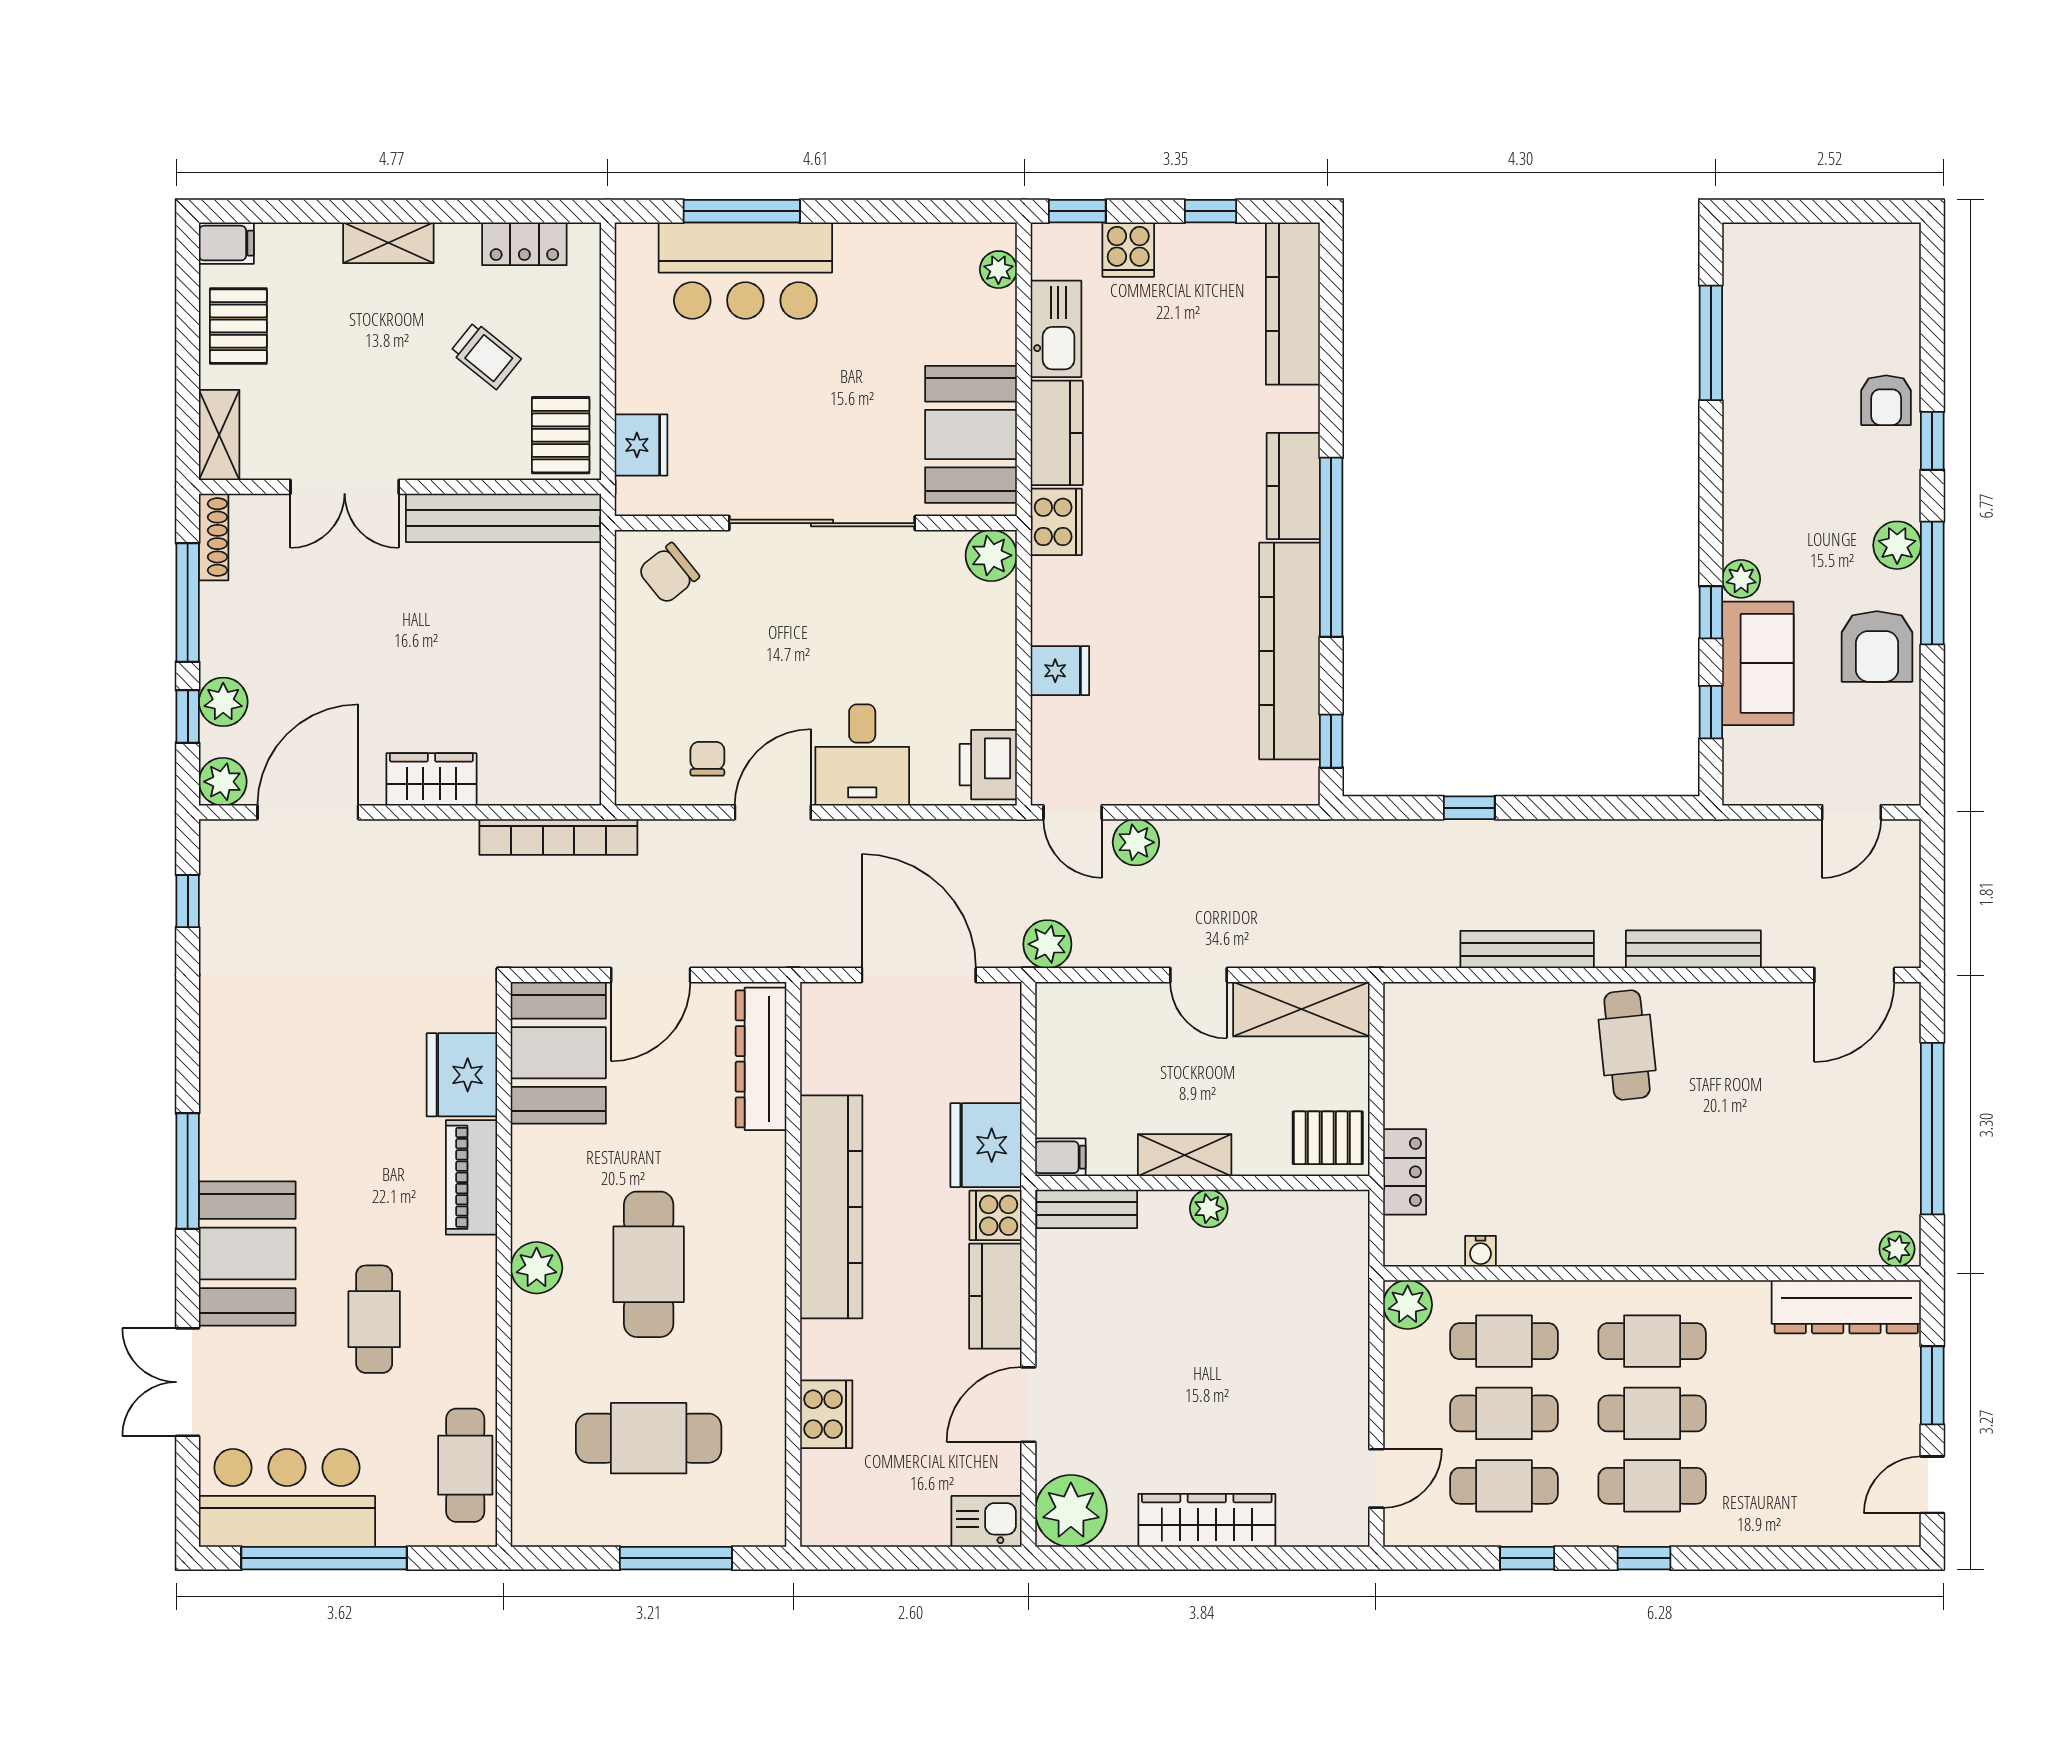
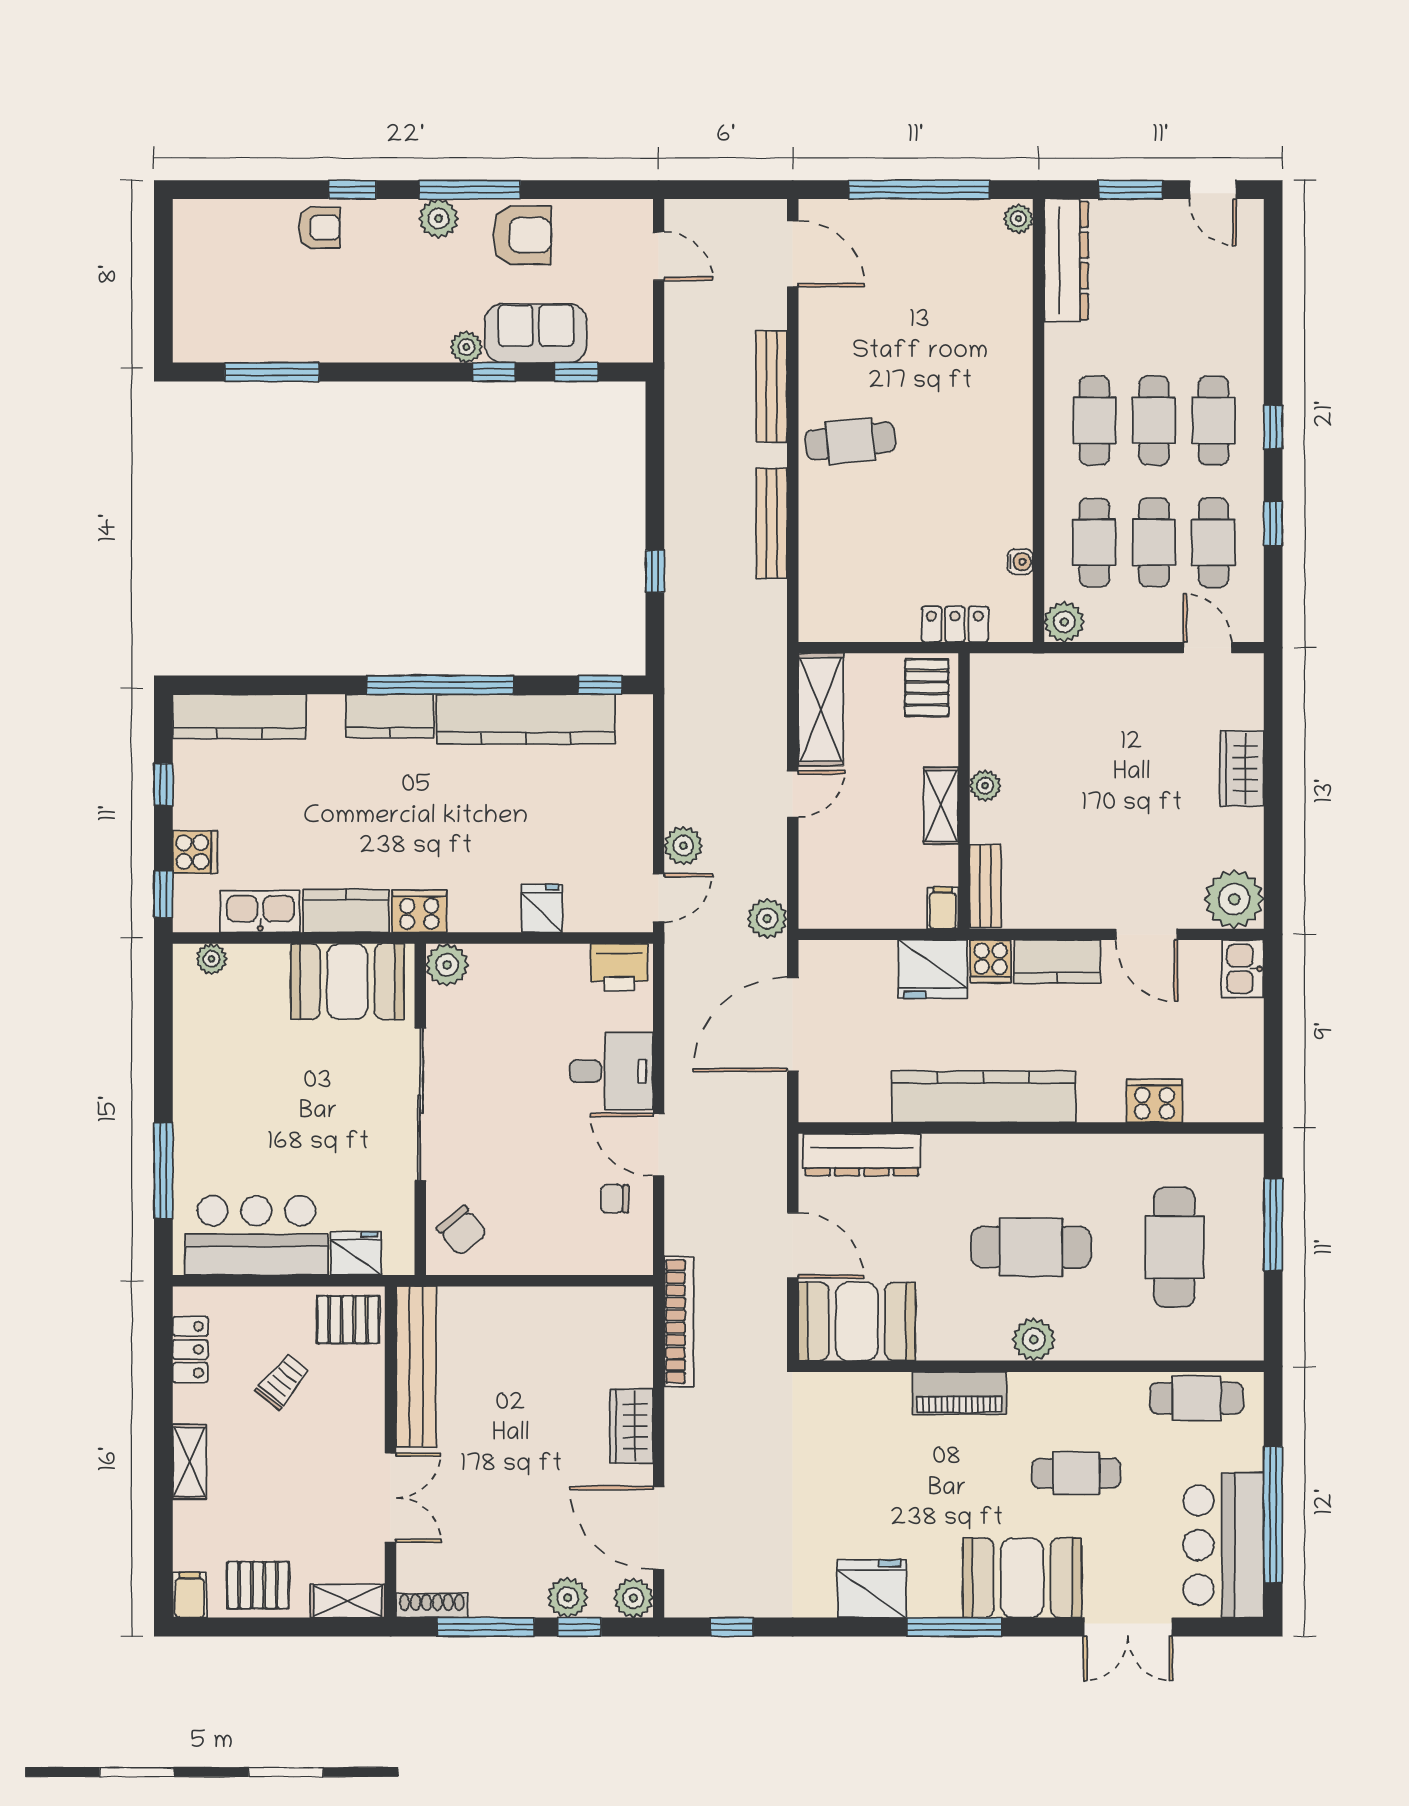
bar counter: (745, 271) -> (256, 1235), moved, turned -90
fridge: (462, 1075) -> (872, 1589), moved, turned 180
wardrobe: (1207, 1520) -> (1242, 768), width x0.67

